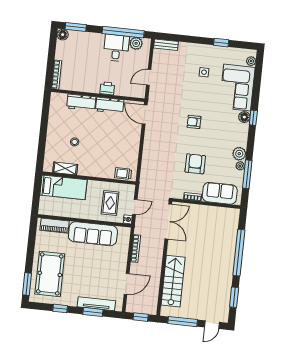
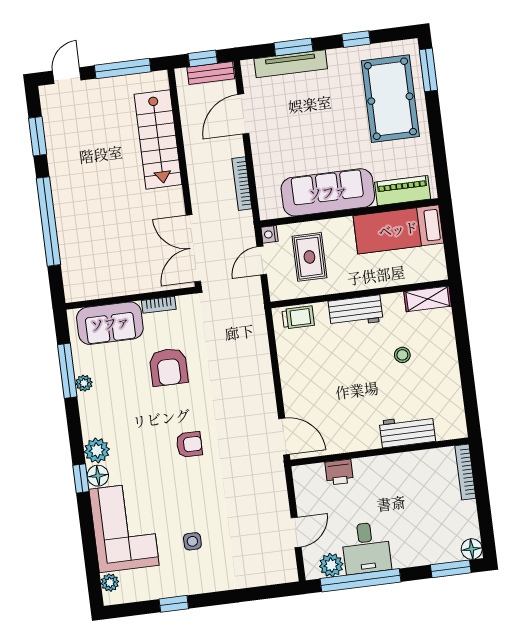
bench: (166, 45) -> (211, 73), moved
door: (149, 77) -> (296, 532), moved
printer: (107, 88) -> (339, 472), moved
workbench: (110, 105) -> (356, 311), moved, turned 180
plant: (239, 154) -> (97, 450), moved
shelving: (65, 168) -> (428, 299), moved
bed: (64, 187) -> (398, 229), moved

